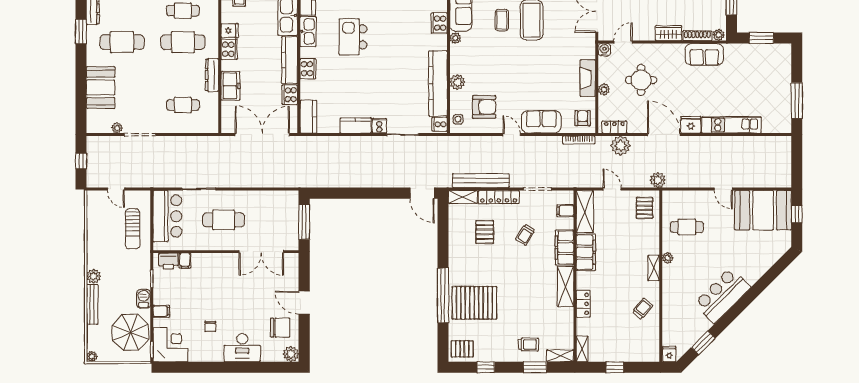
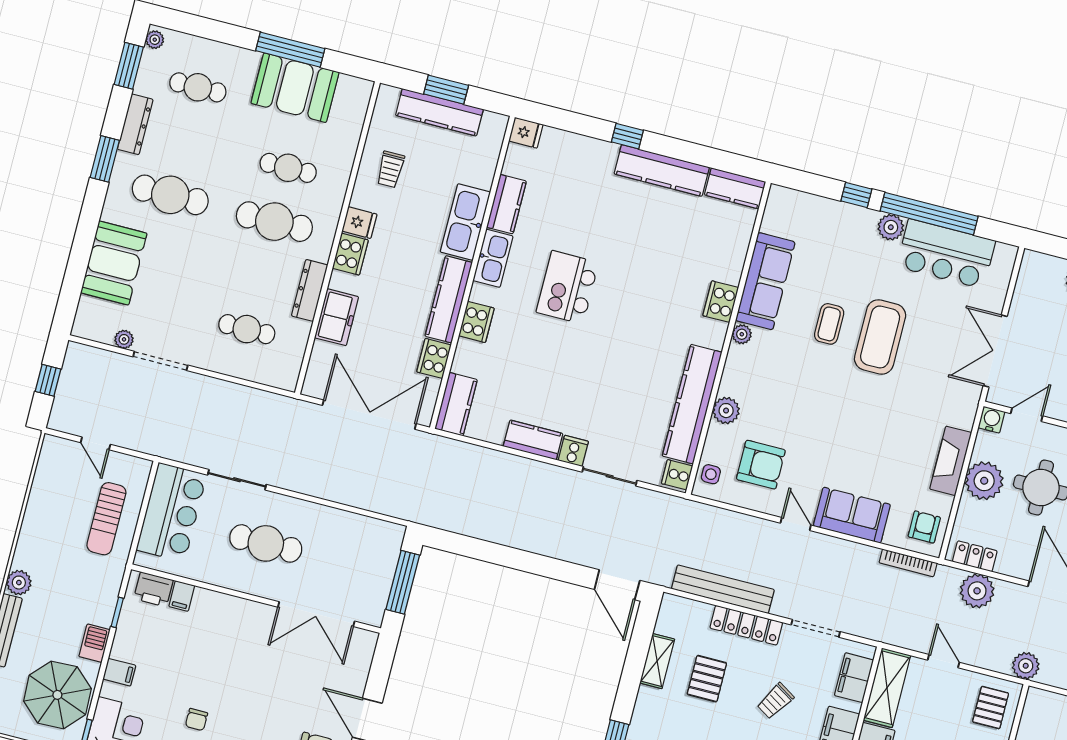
plant: (604, 89) -> (984, 481), width x1.87, depth x1.87
shelving: (463, 197) -> (657, 661), moved, turned 90
filing cabinet: (565, 211) -> (854, 678), width x2.00

